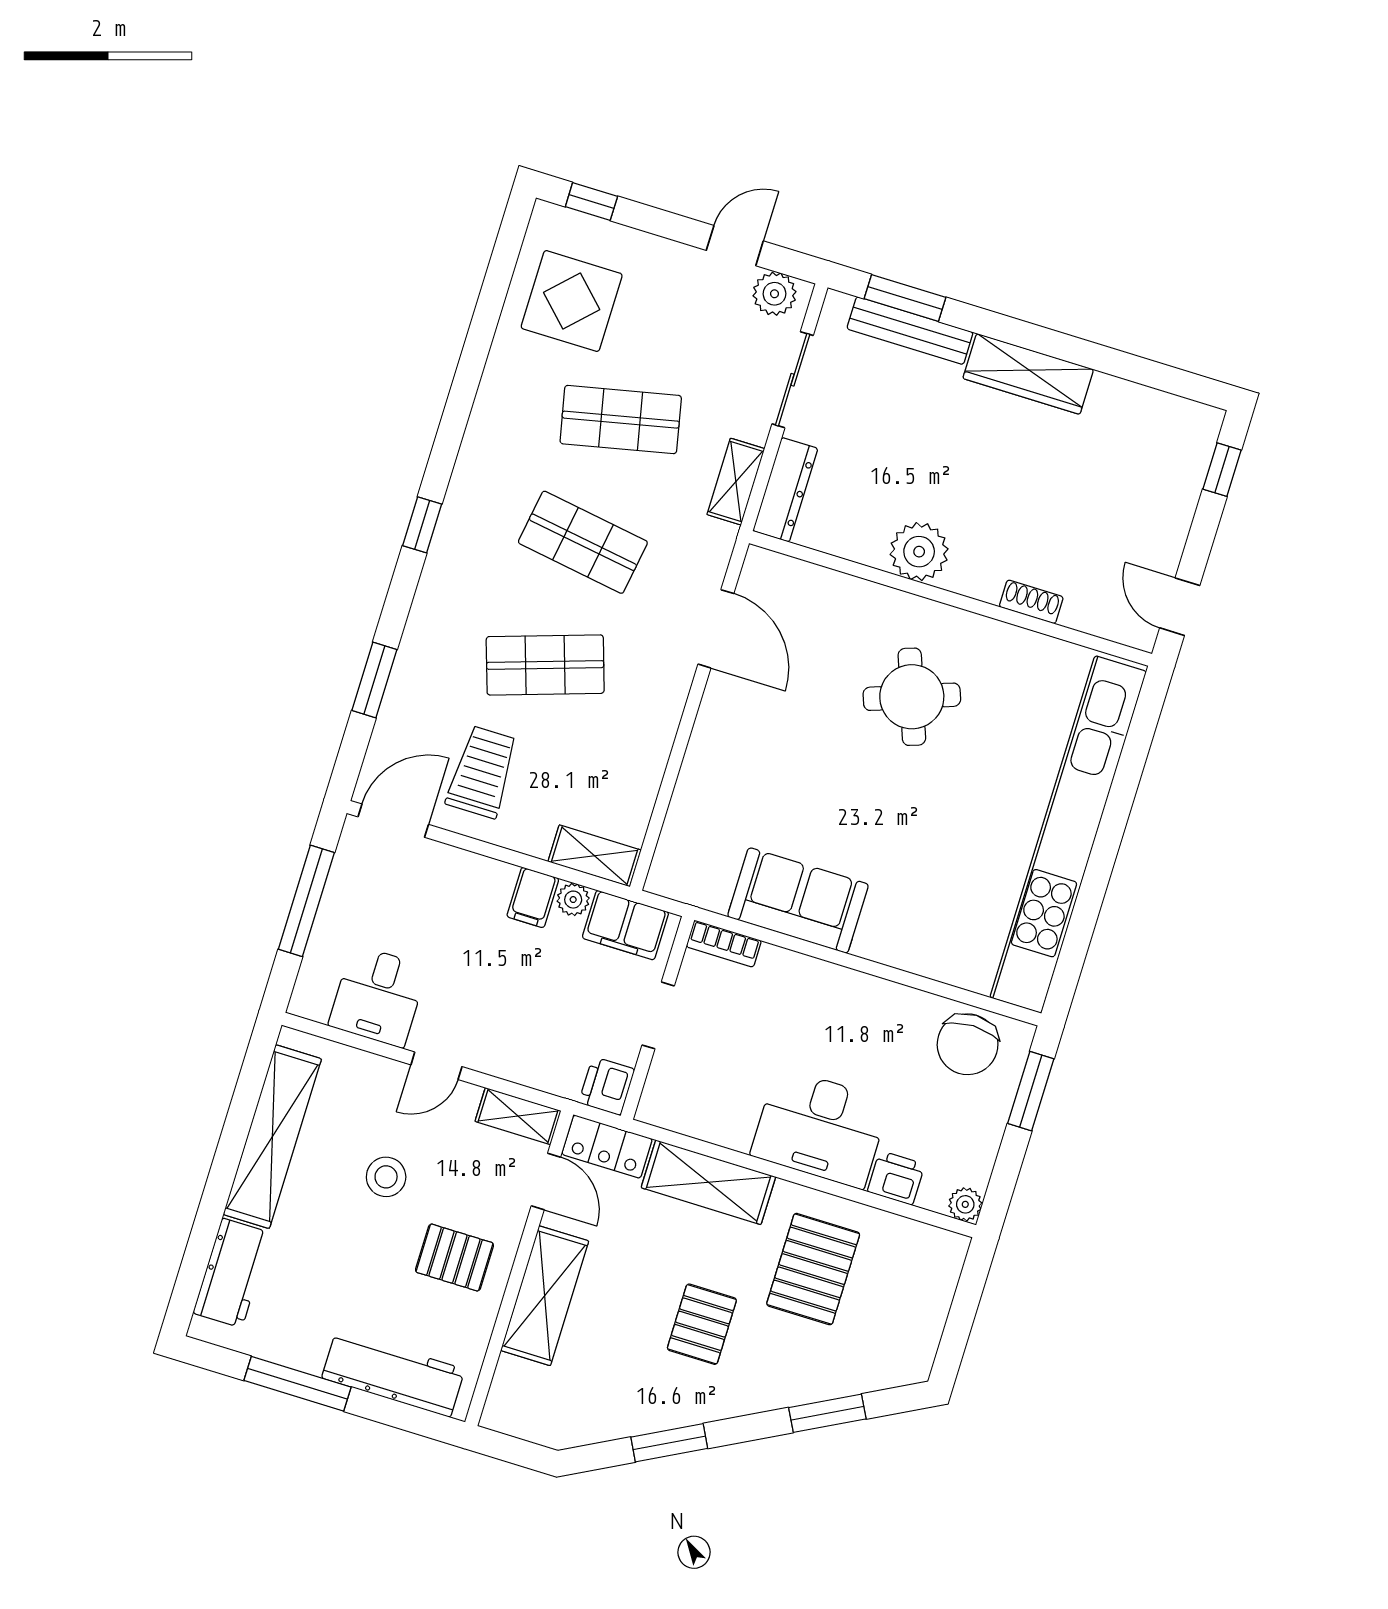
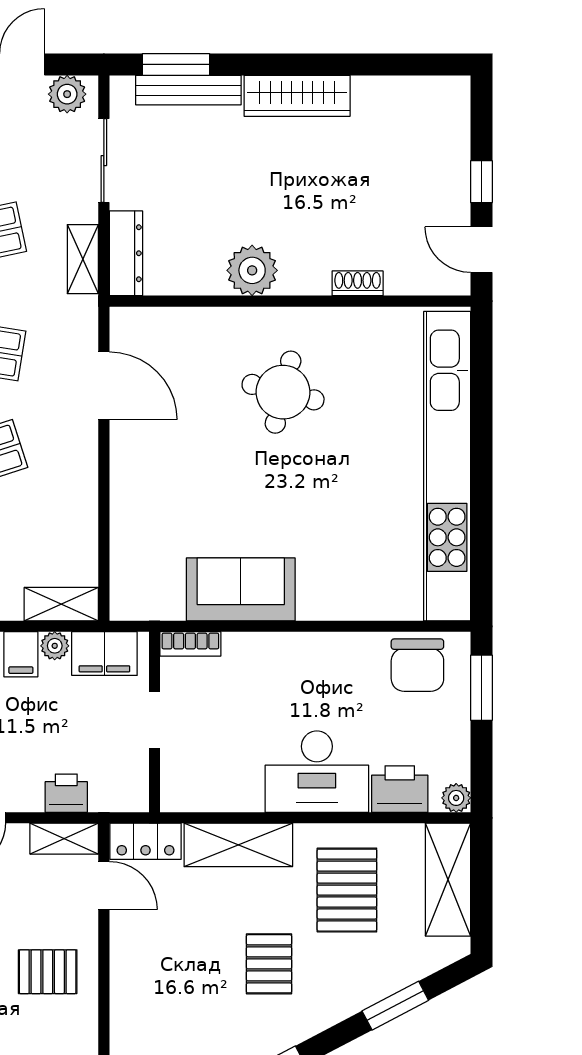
window: (1222, 470) -> (481, 182), moved
round table: (912, 697) -> (283, 392), turned 34
printer: (607, 1086) -> (66, 793), moved, turned 90
printer: (896, 1178) -> (400, 789), width x1.36, depth x1.24
shelving: (545, 1296) -> (448, 880), moved

